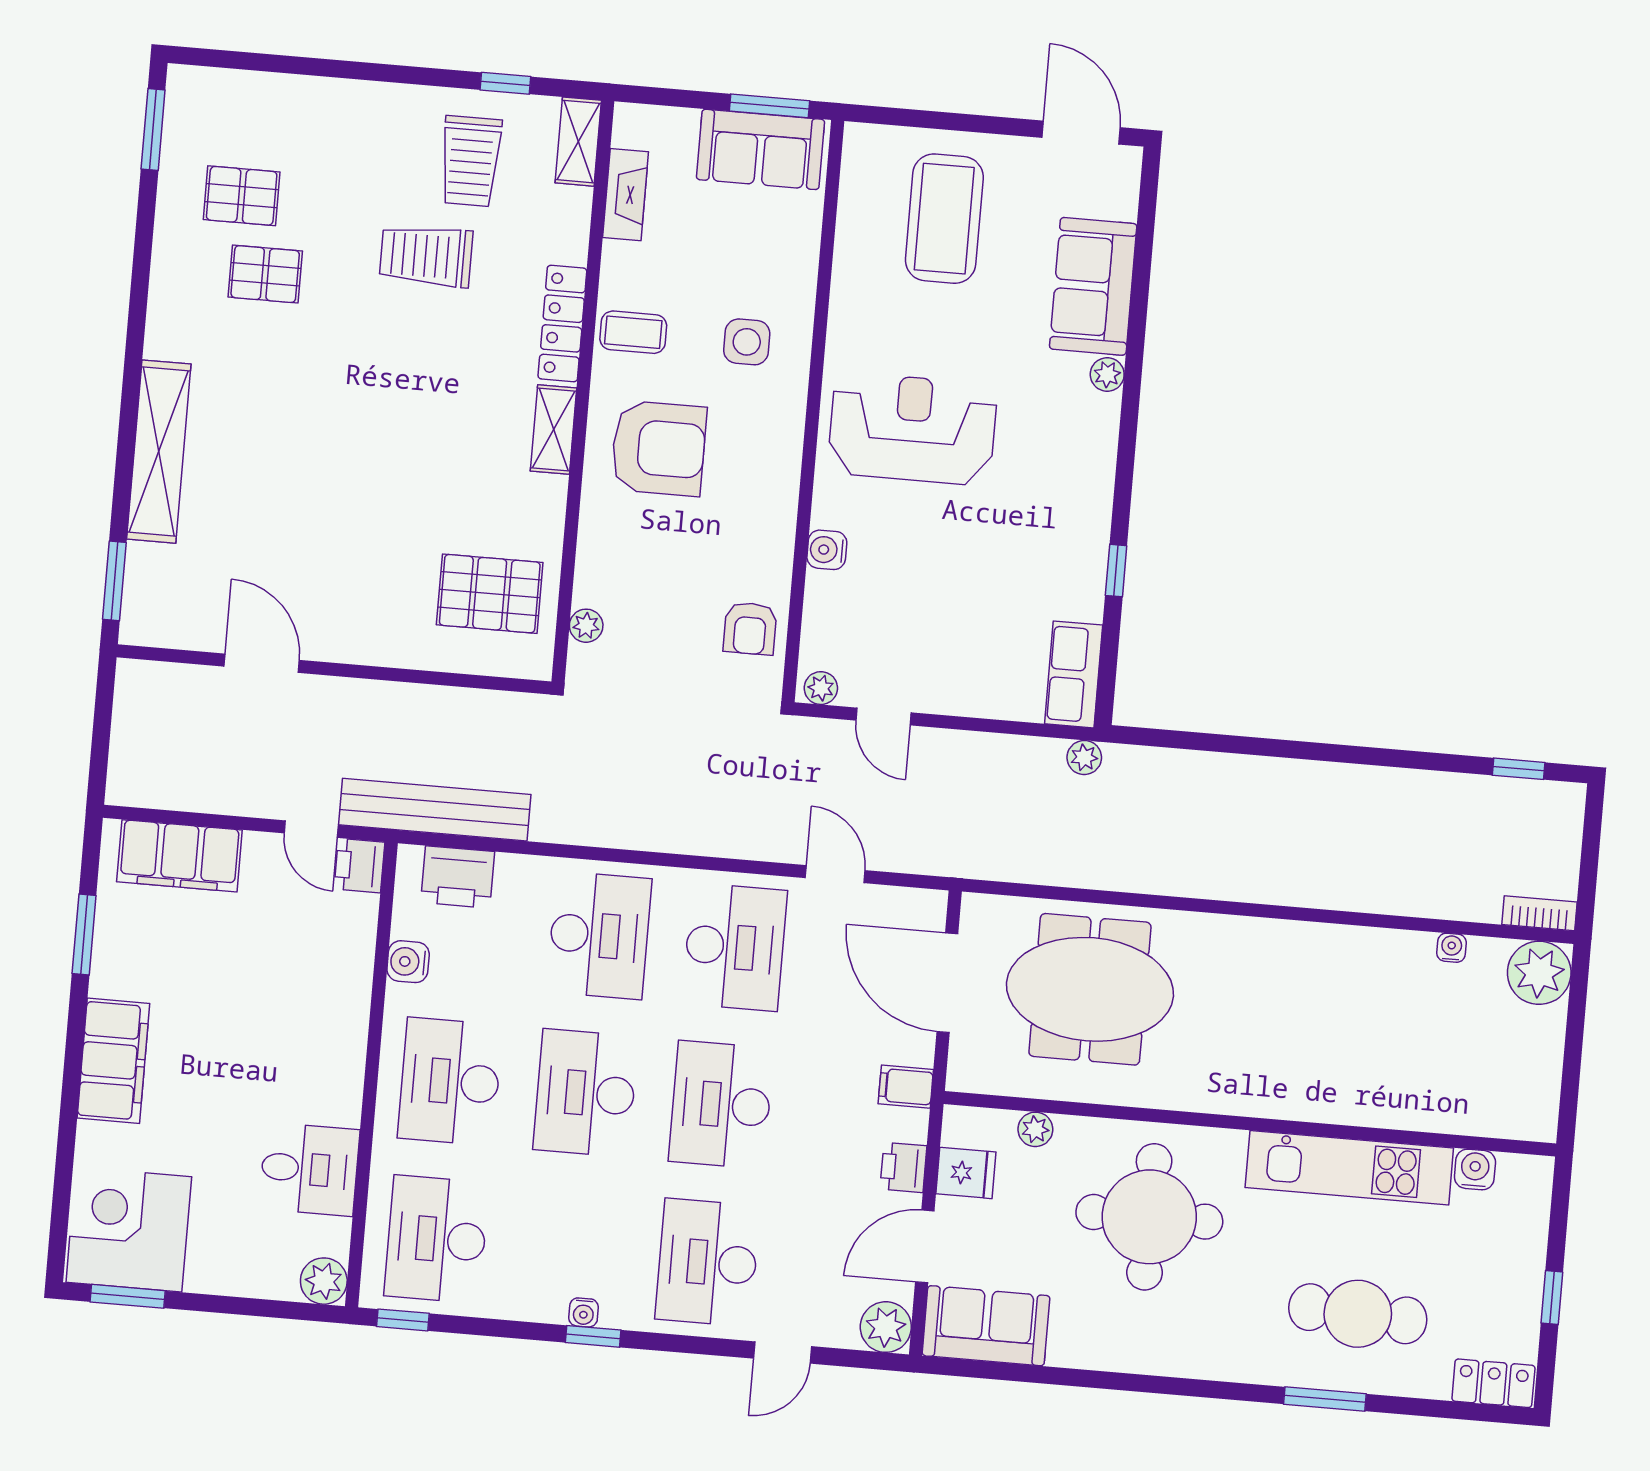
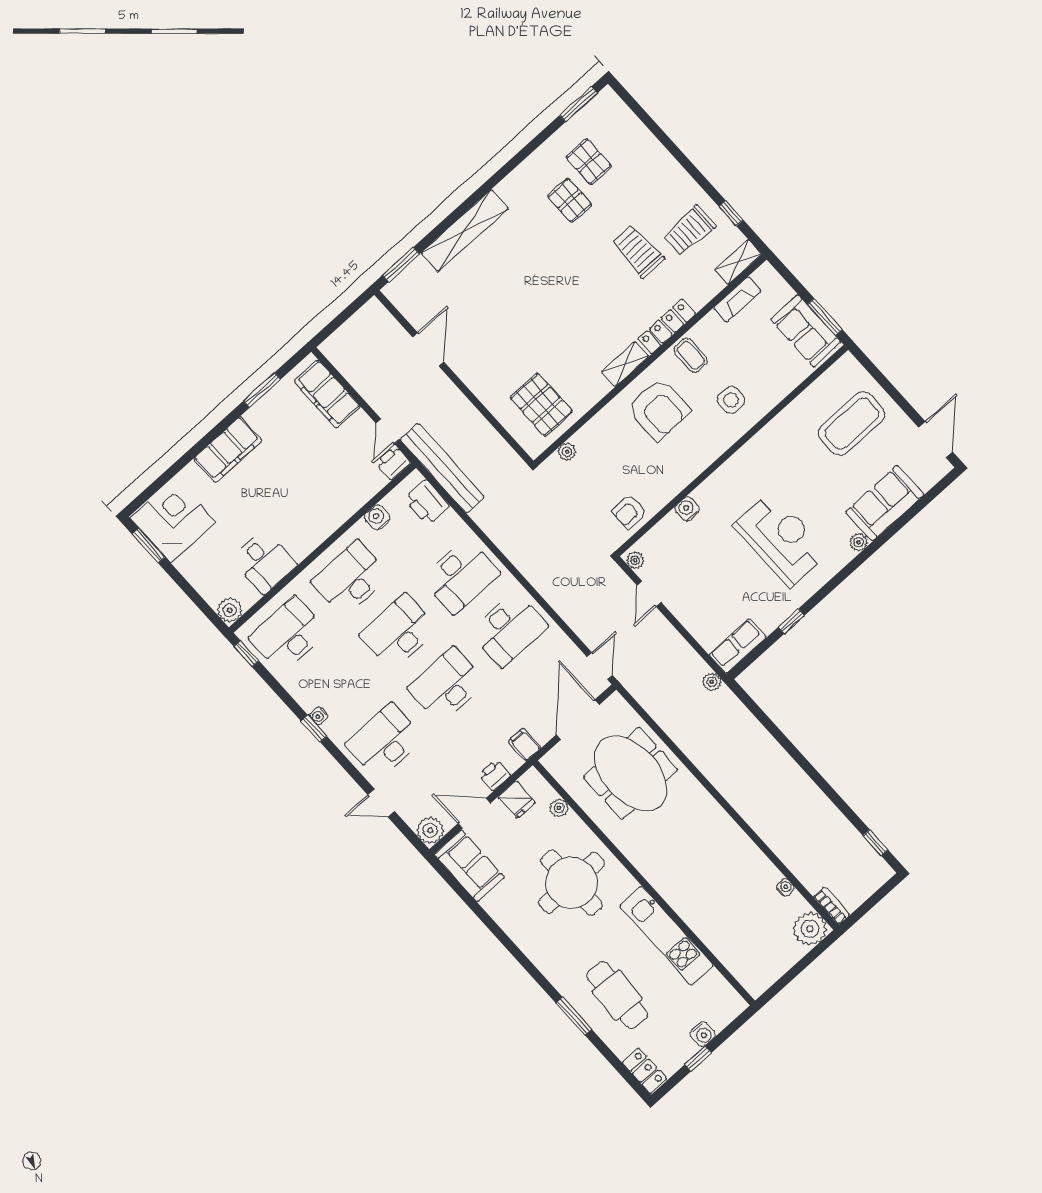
reception desk: (912, 429) -> (781, 539), moved
door: (835, 874) -> (600, 666), moved
water cooler: (1475, 1170) -> (703, 1034), moved, turned 90

